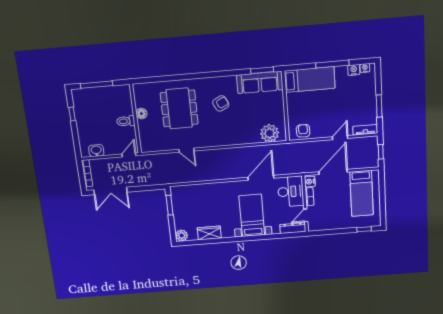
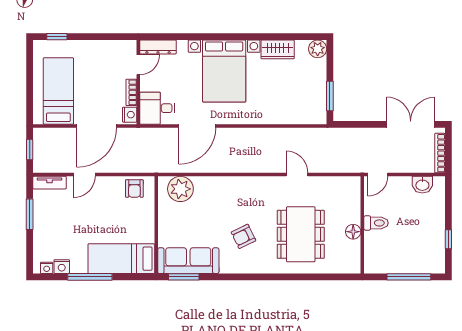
desk: (291, 191) -> (157, 108), width x0.73
bed with nightstands: (252, 215) -> (224, 71), width x1.36

